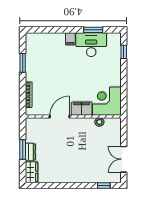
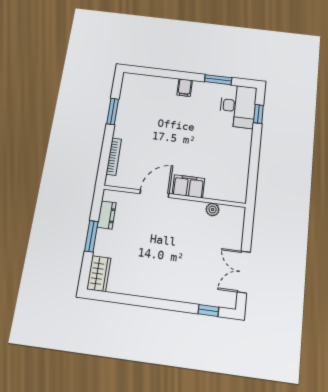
desk: (91, 45) -> (238, 106), moved, turned 90
corner desk: (107, 101) -> (227, 180), removed
dresser: (30, 152) -> (107, 215), moved

